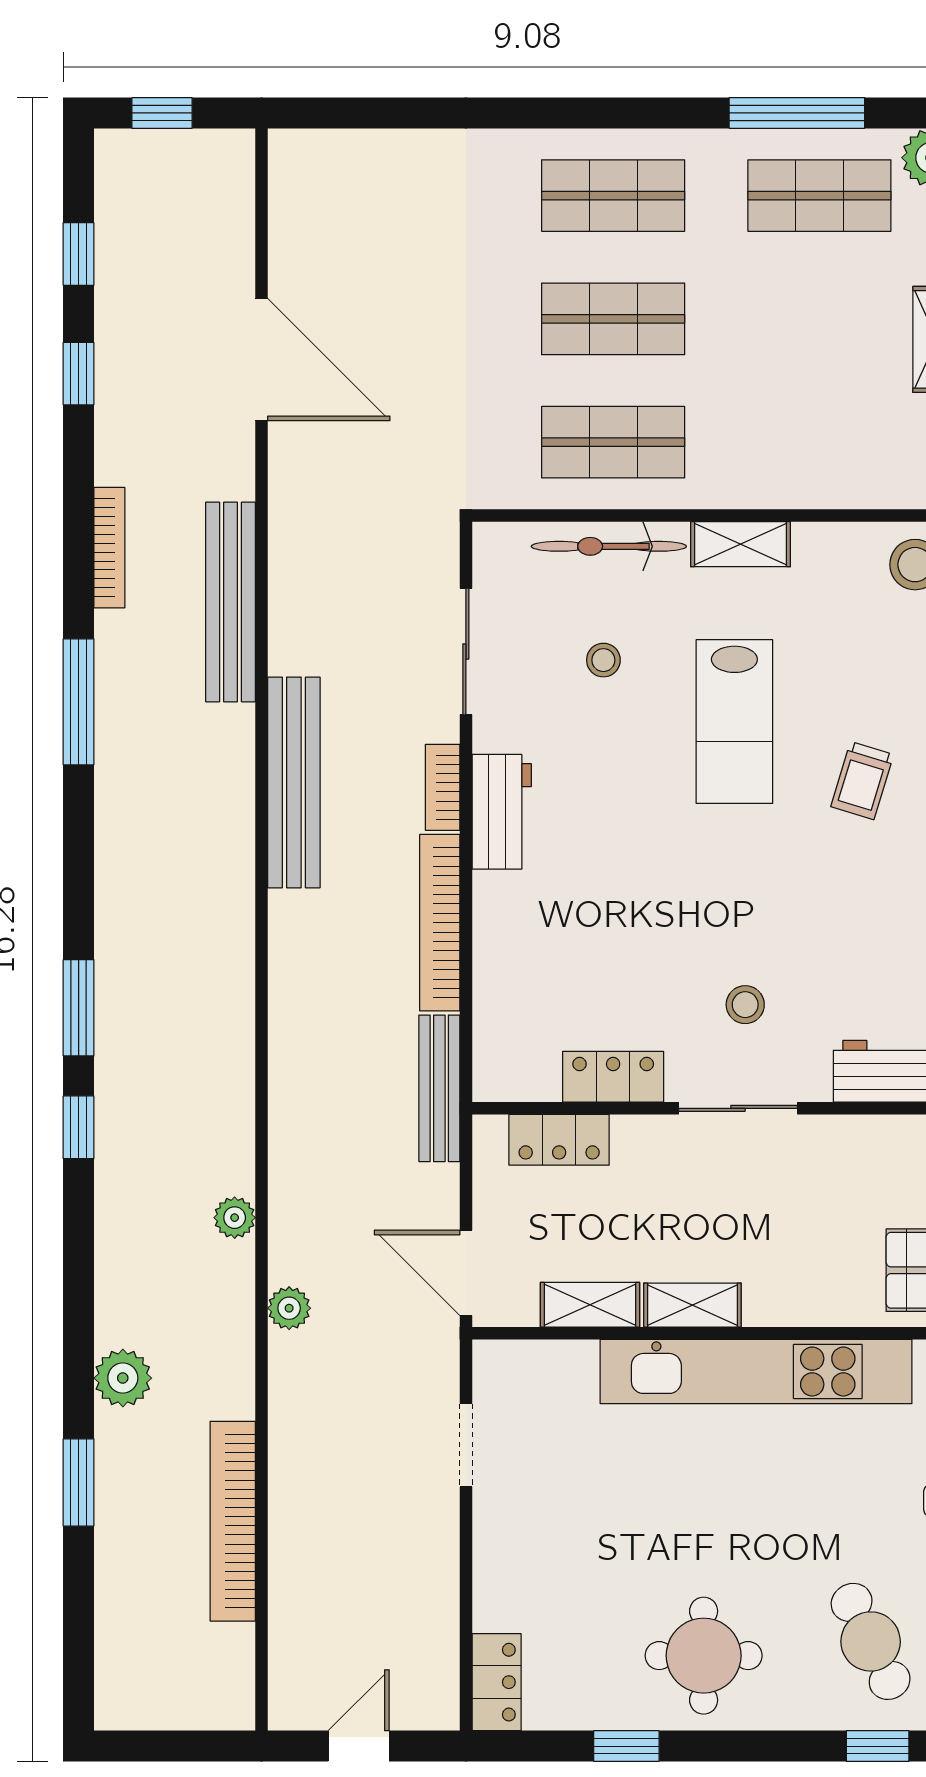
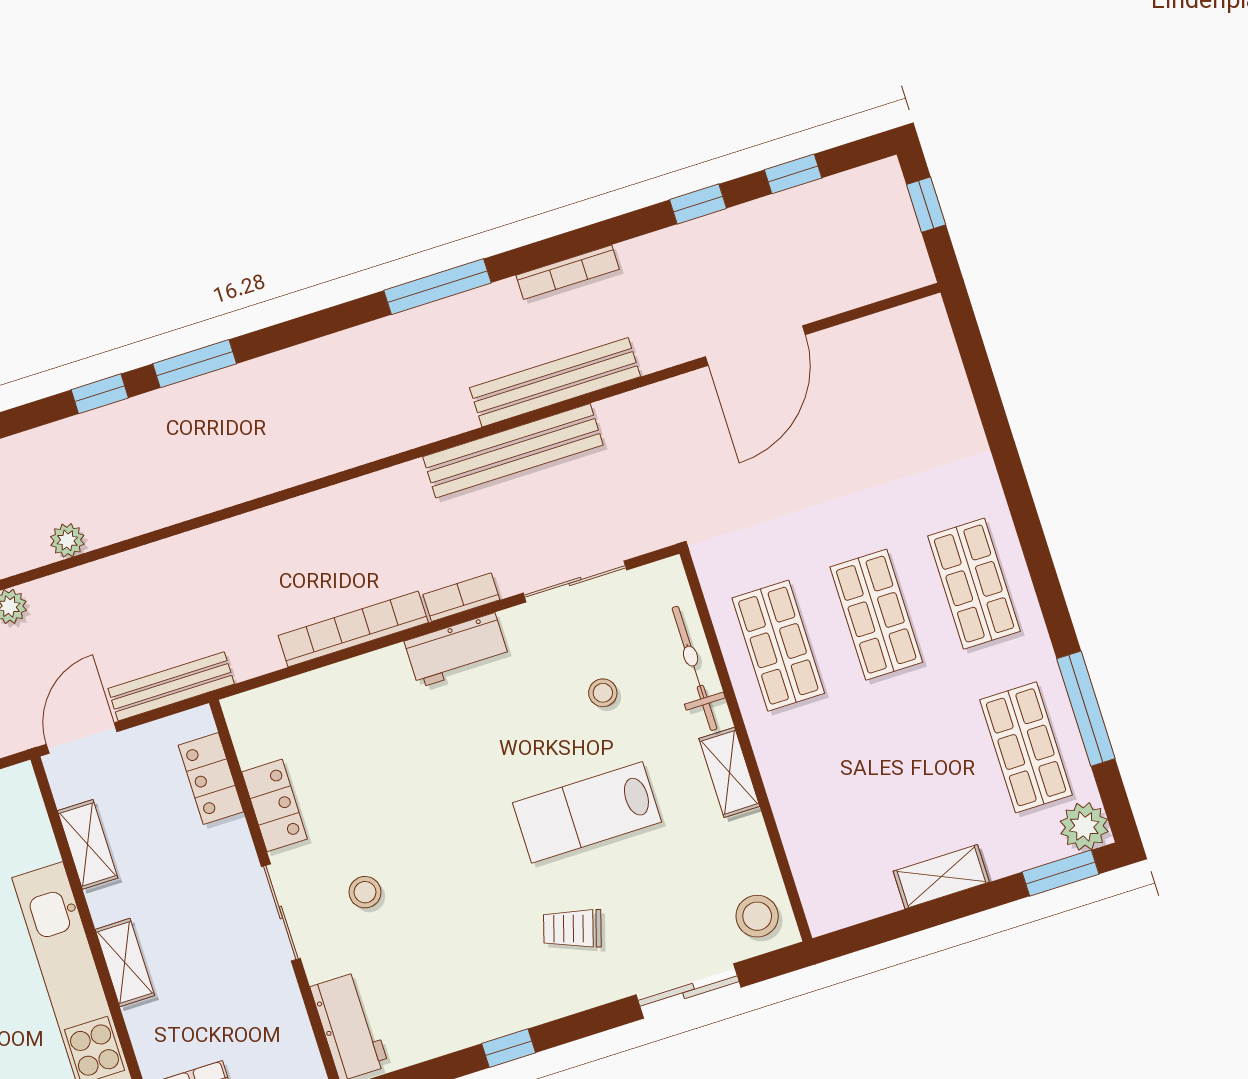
bench: (294, 782) -> (513, 451), moved
bench: (439, 1088) -> (171, 686), moved
shelving: (692, 1305) -> (125, 962), moved

